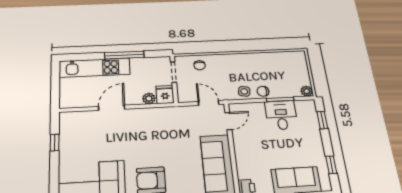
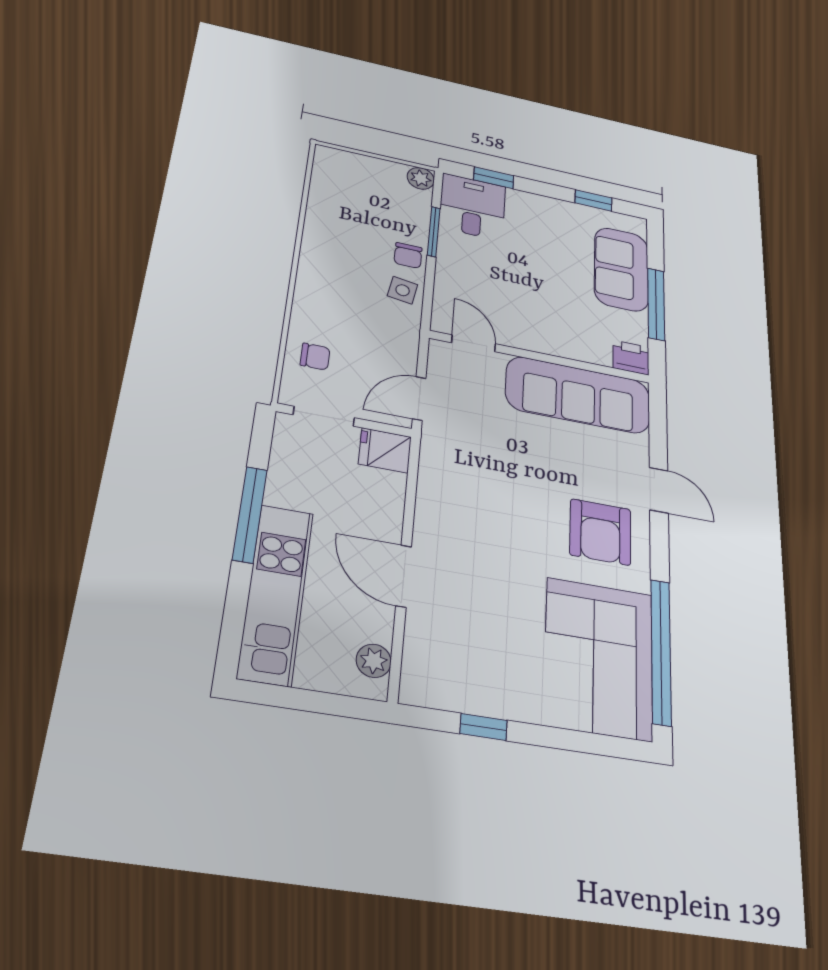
plant: (149, 99) -> (374, 661), moved
door: (209, 103) -> (419, 398), moved
desk: (281, 115) -> (472, 207), moved, turned 90

